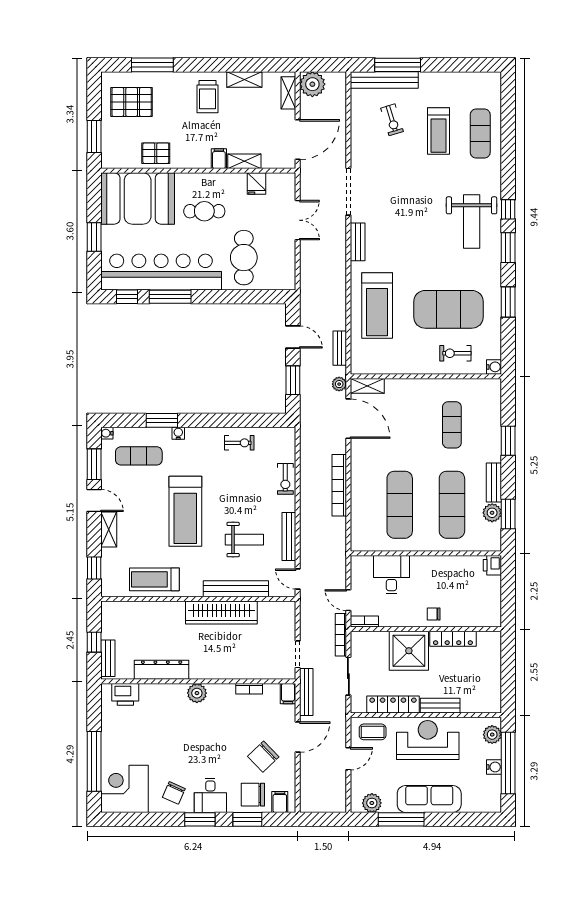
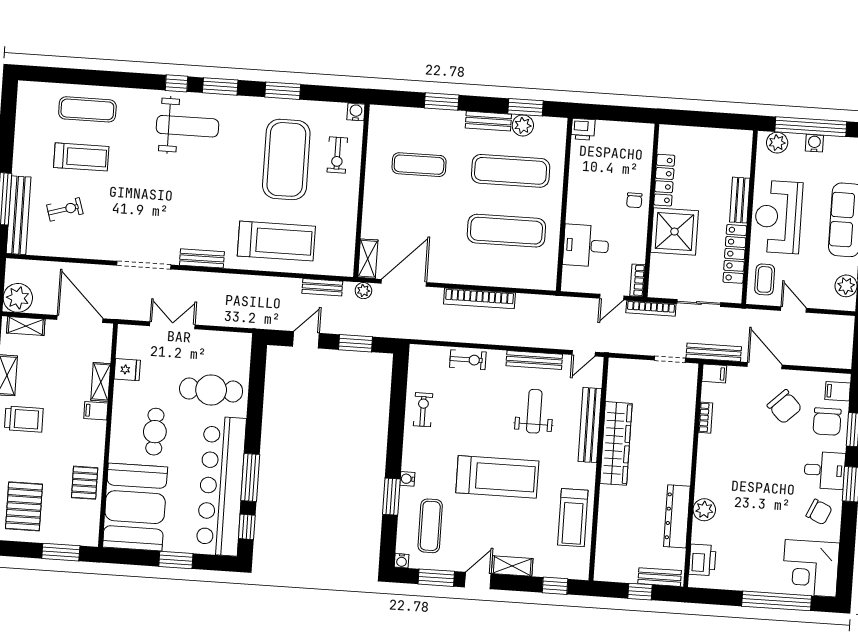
plant: (197, 693) -> (704, 510), moved

